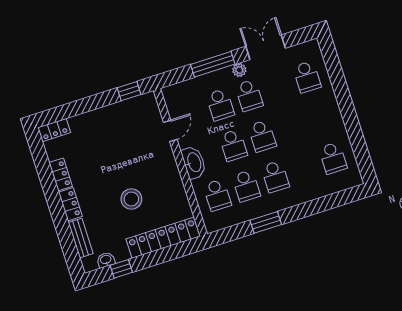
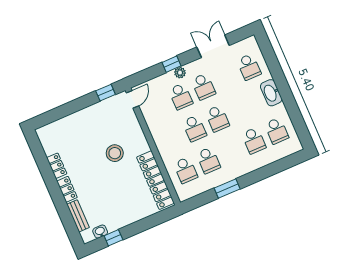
window: (213, 64) -> (171, 64), width x0.46
plant: (239, 70) -> (180, 73), moved
locker: (54, 130) -> (48, 130), removed
door: (170, 131) -> (133, 99), moved
washbasin: (194, 162) -> (271, 93), moved, turned 180
school desk: (275, 177) -> (254, 141), moved
stool: (131, 199) -> (115, 153), moved
locker: (163, 238) -> (155, 180), moved, turned -90

